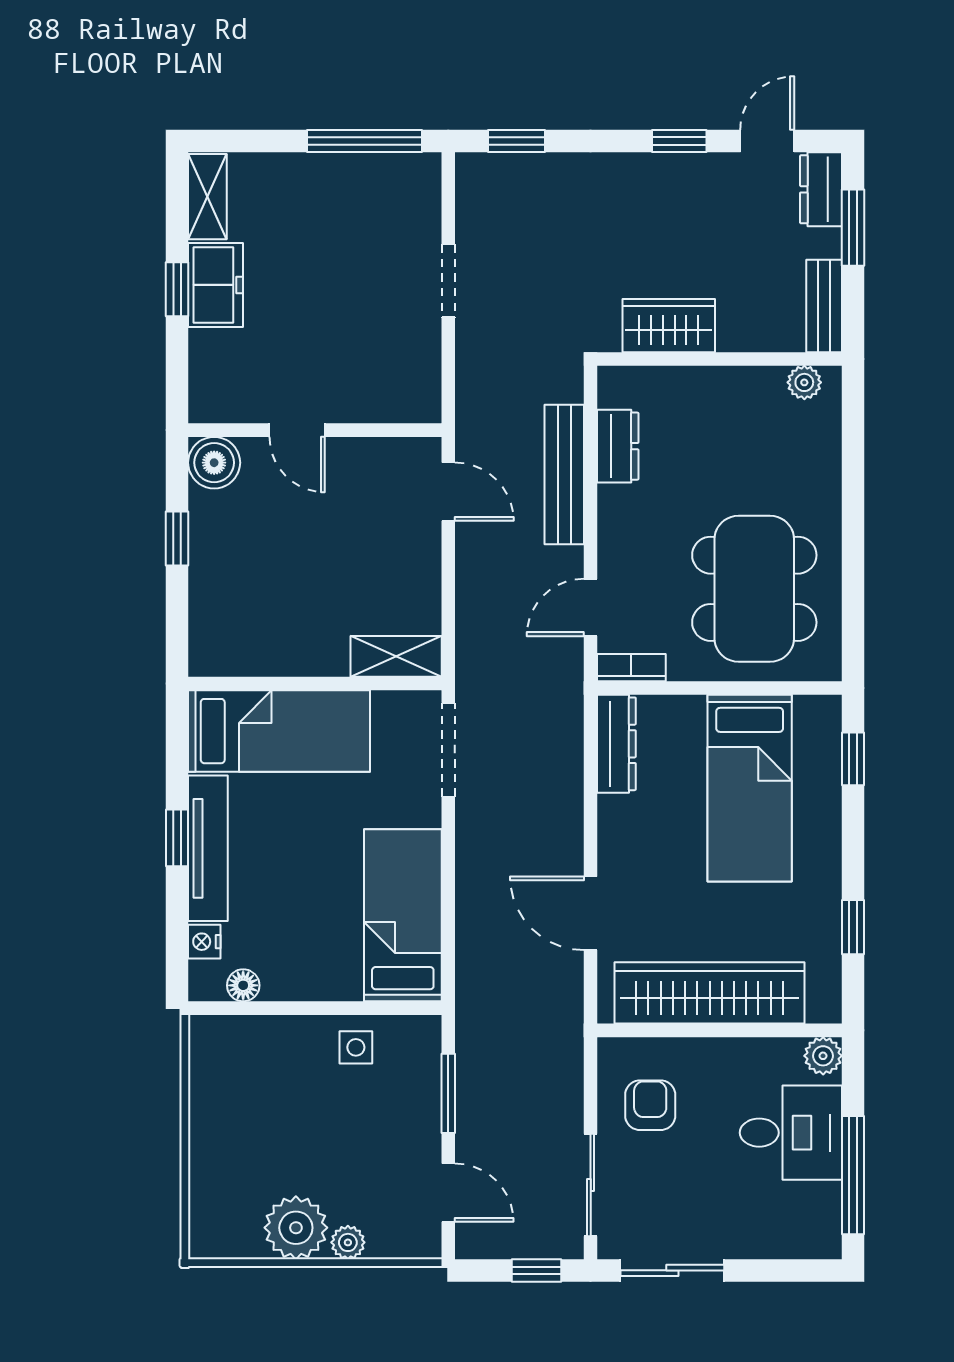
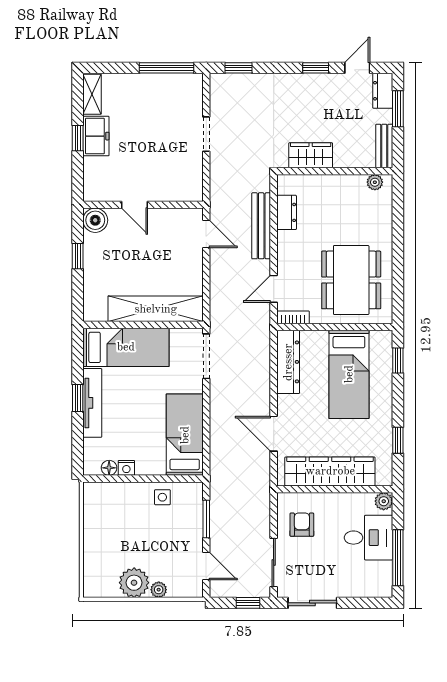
shelving: (396, 656) -> (156, 309), width x2.20, depth x1.33
dresser: (616, 744) -> (288, 362), width x1.37, depth x1.24
nightstand: (204, 942) -> (126, 468), moved, turned -90

